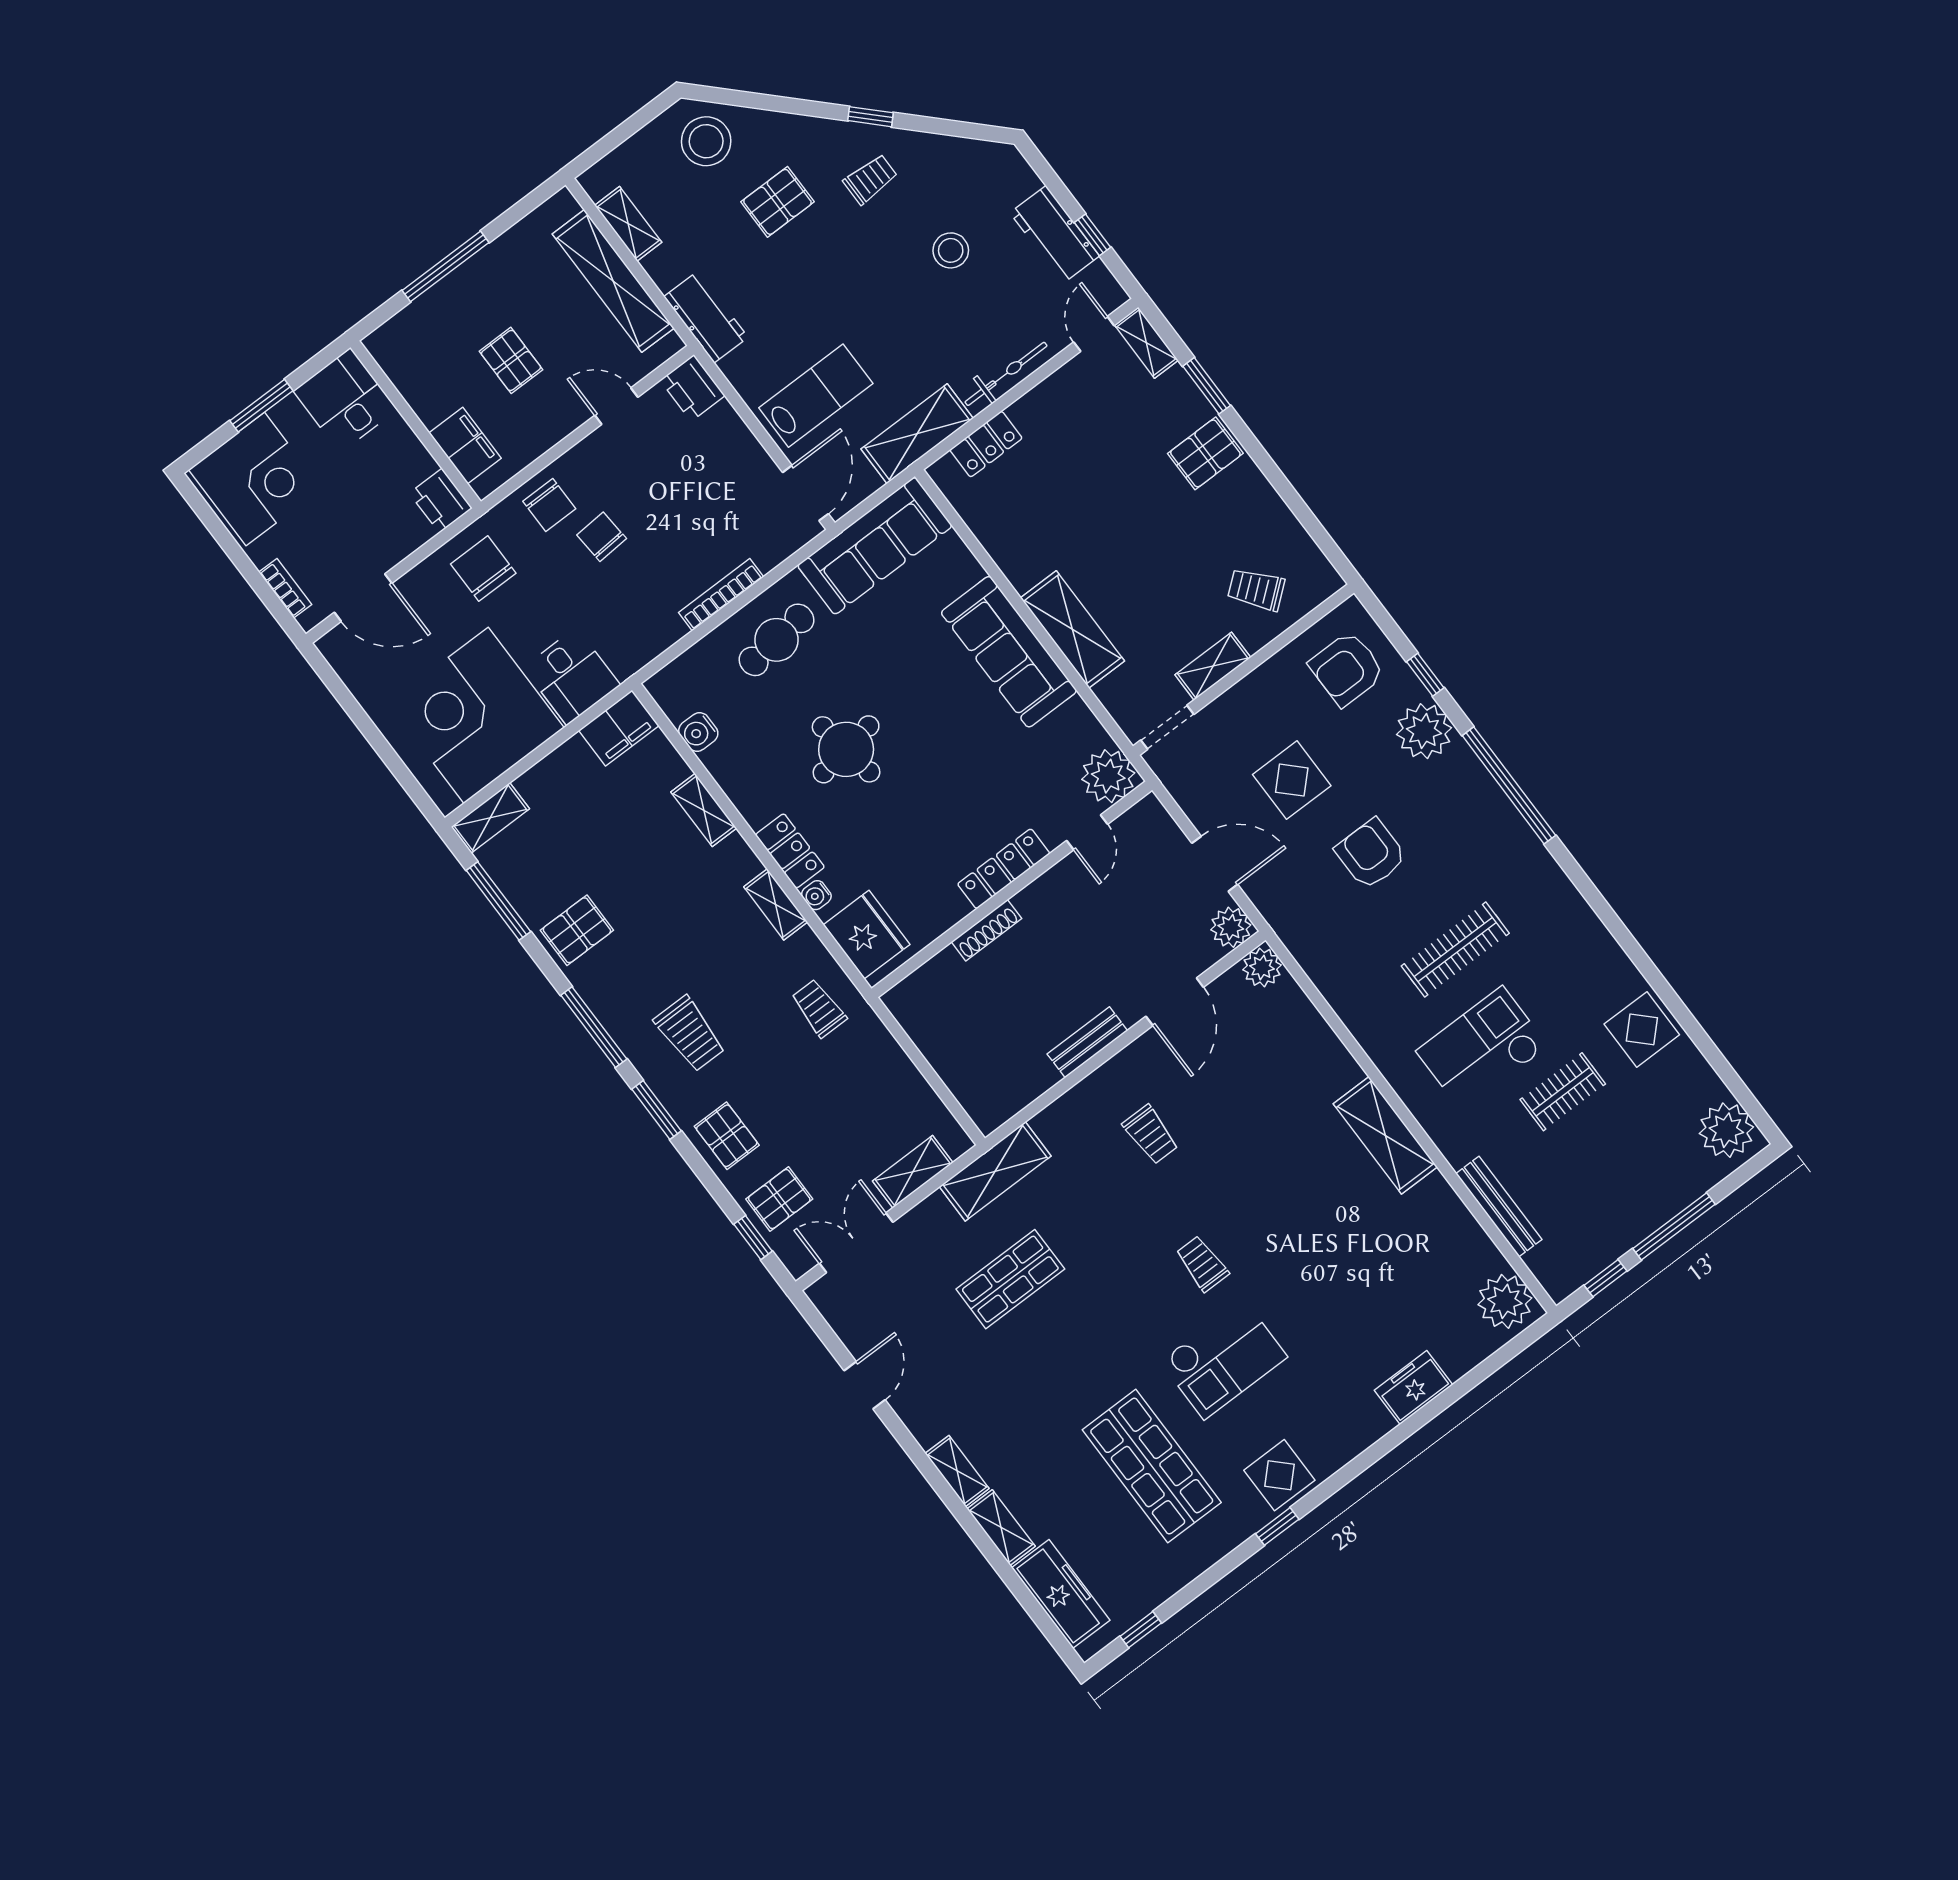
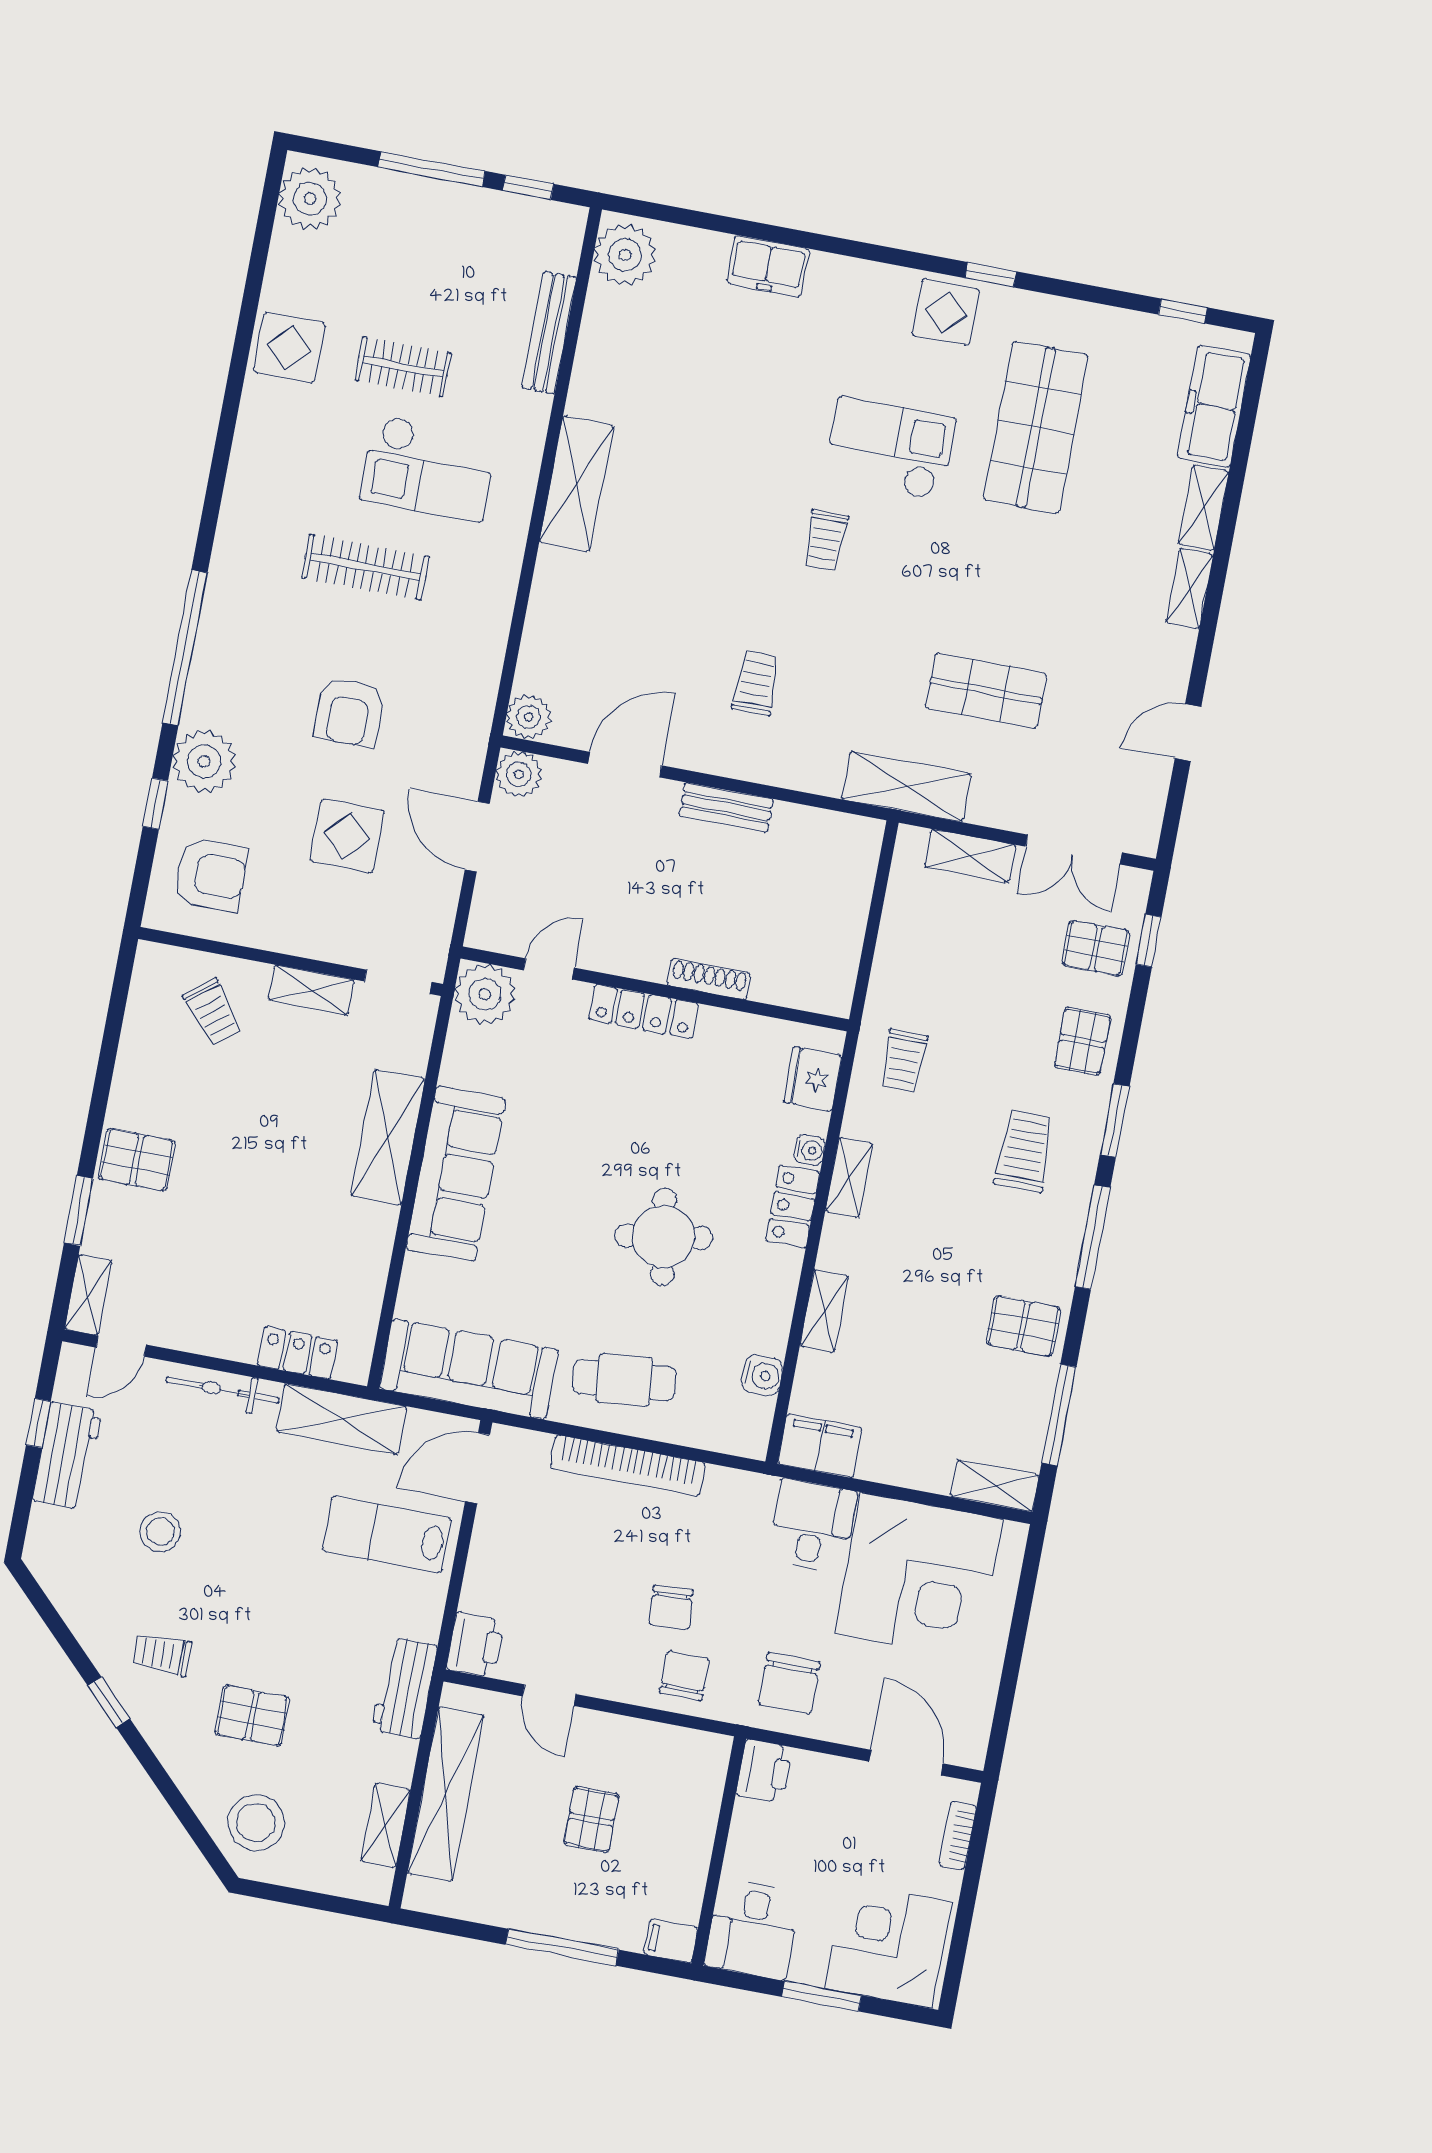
filing cabinet: (465, 446) -> (671, 1941), moved, width x0.50
bookcase: (721, 595) -> (628, 1466), width x1.48, depth x1.31
fridge: (867, 935) -> (813, 1079), width x0.73, depth x0.75

